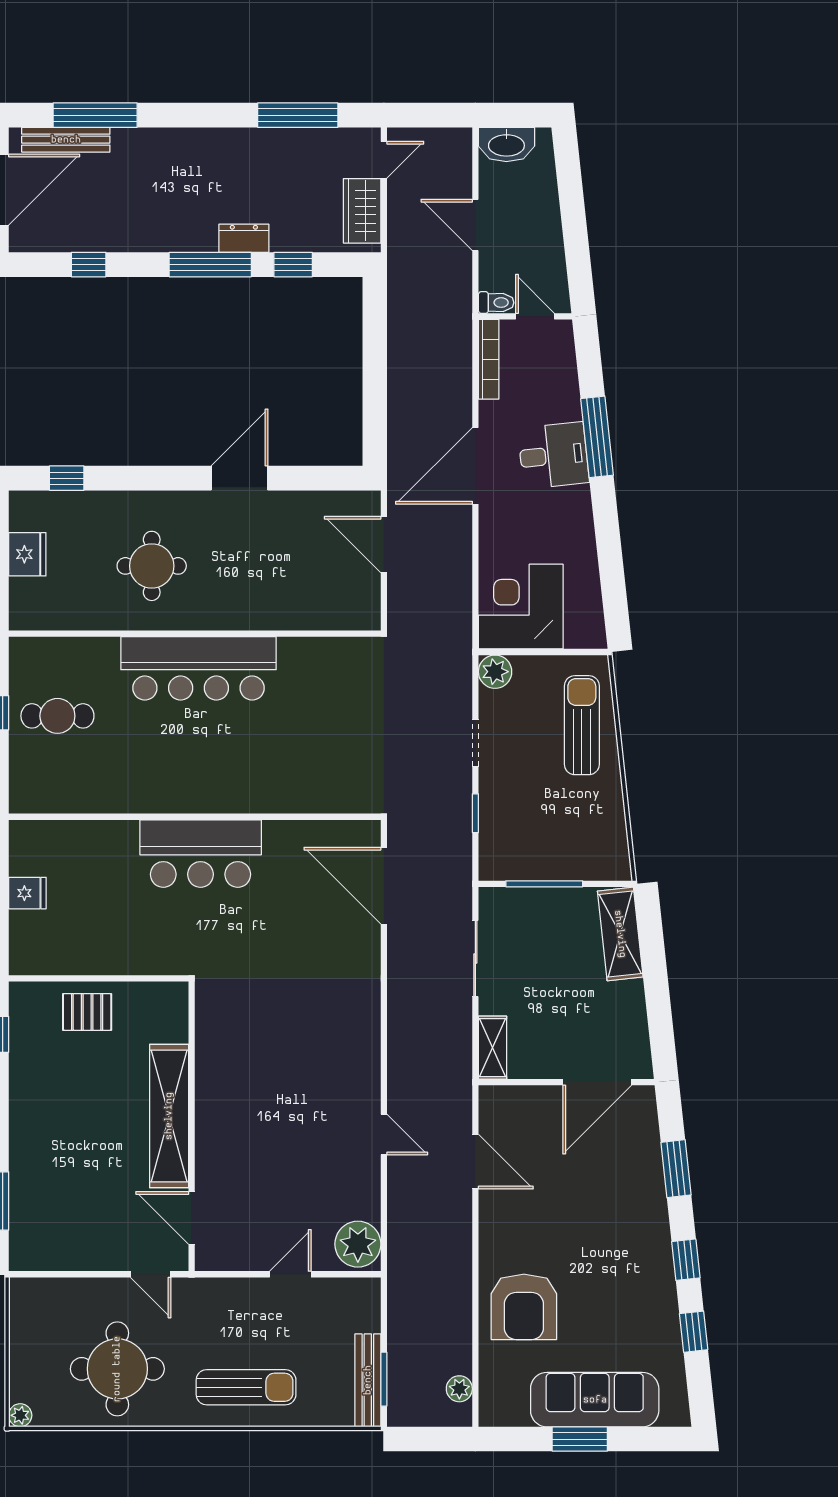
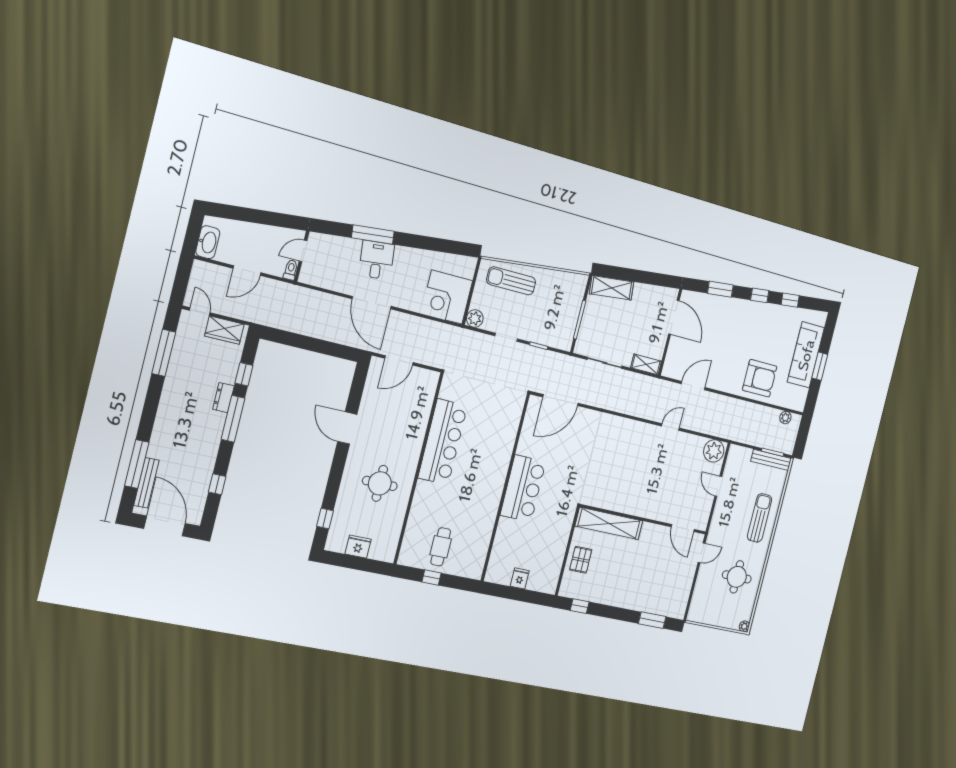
bookcase: (489, 359) -> (319, 282), removed
bar counter: (198, 668) -> (443, 442), moved
shelving: (169, 1116) -> (609, 523), moved
door: (192, 1218) -> (683, 528), hinge flipped
round table: (117, 1369) -> (737, 577), width x0.73, depth x0.73

